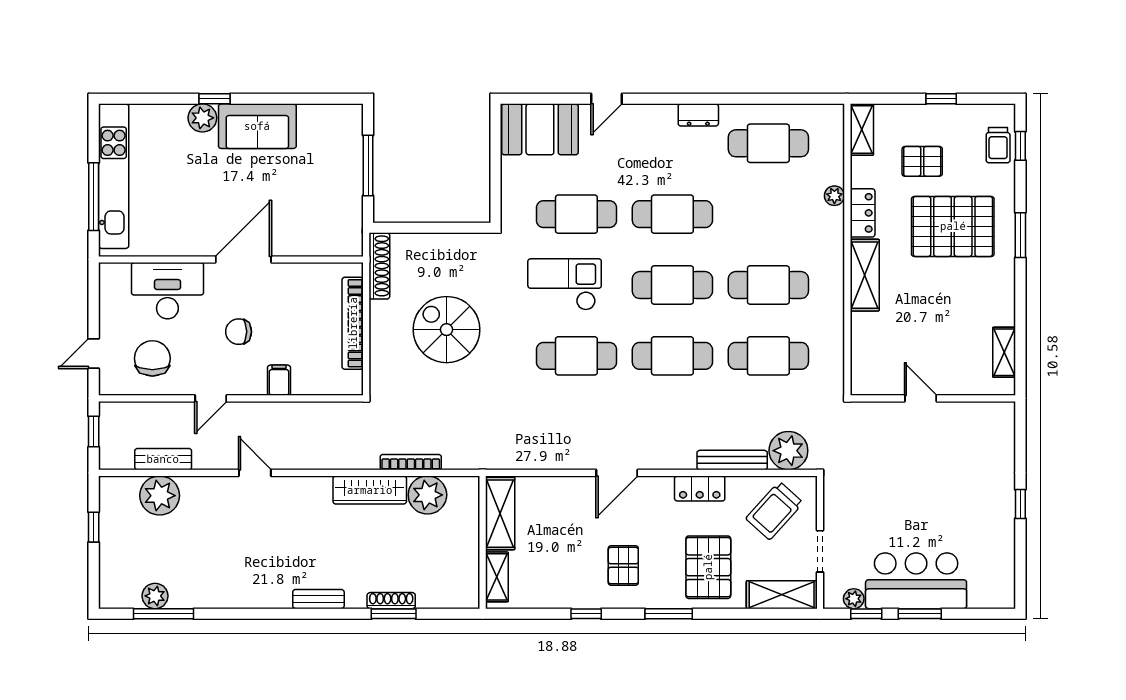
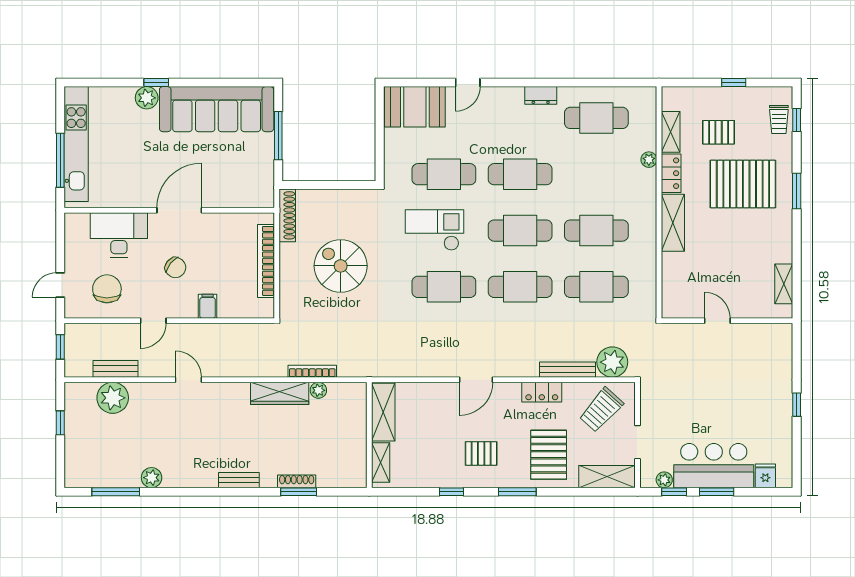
sofa: (257, 126) -> (217, 109), width x1.85, depth x1.27
shelving: (862, 129) -> (671, 132), moved
chair: (239, 332) -> (175, 268), turned -141
plant: (427, 495) -> (318, 390), width x0.53, depth x0.53
pallet: (623, 566) -> (481, 453), turned 90
fridge: (981, 594) -> (765, 476), added
plant: (155, 596) -> (152, 478), moved

